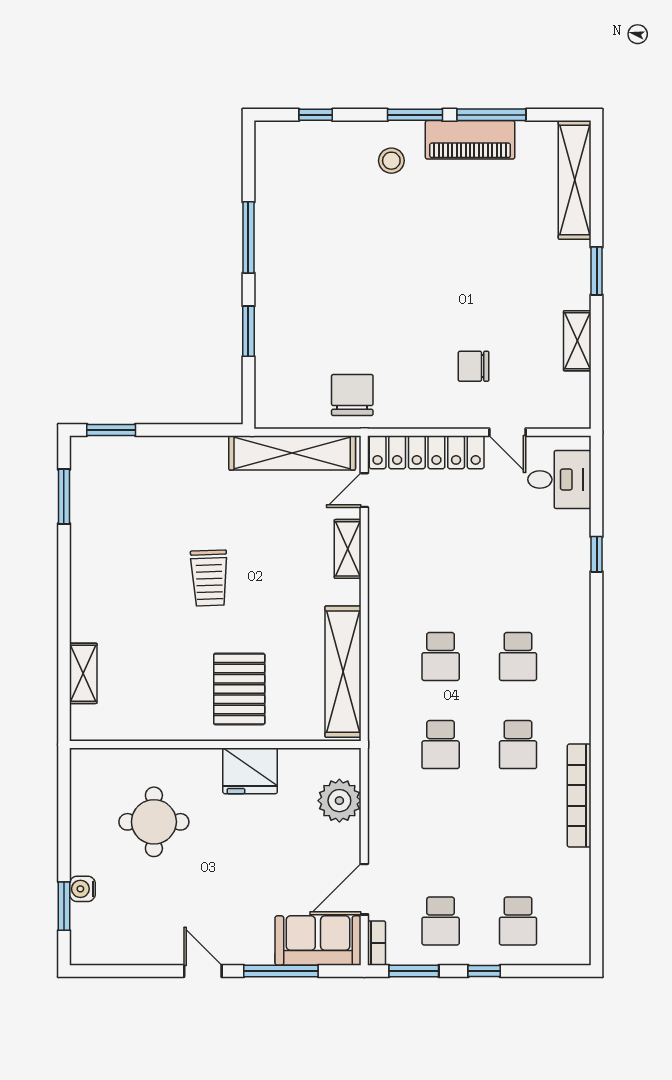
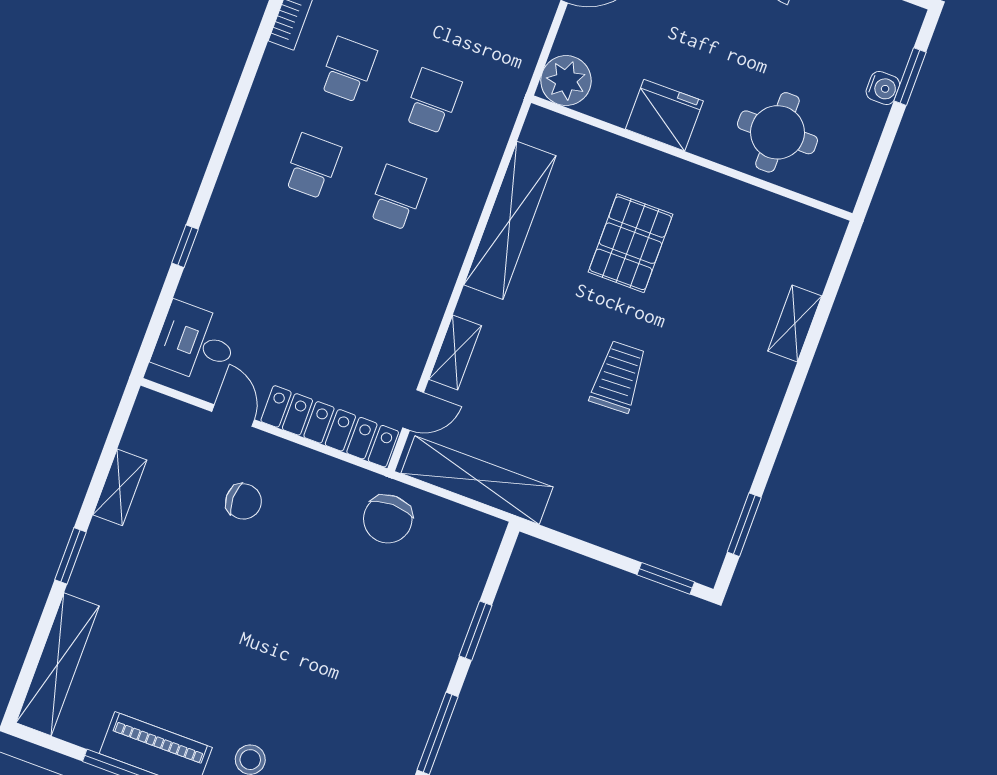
wall: (215, 744) -> (692, 158), moved
fridge: (250, 771) -> (664, 115), moved

